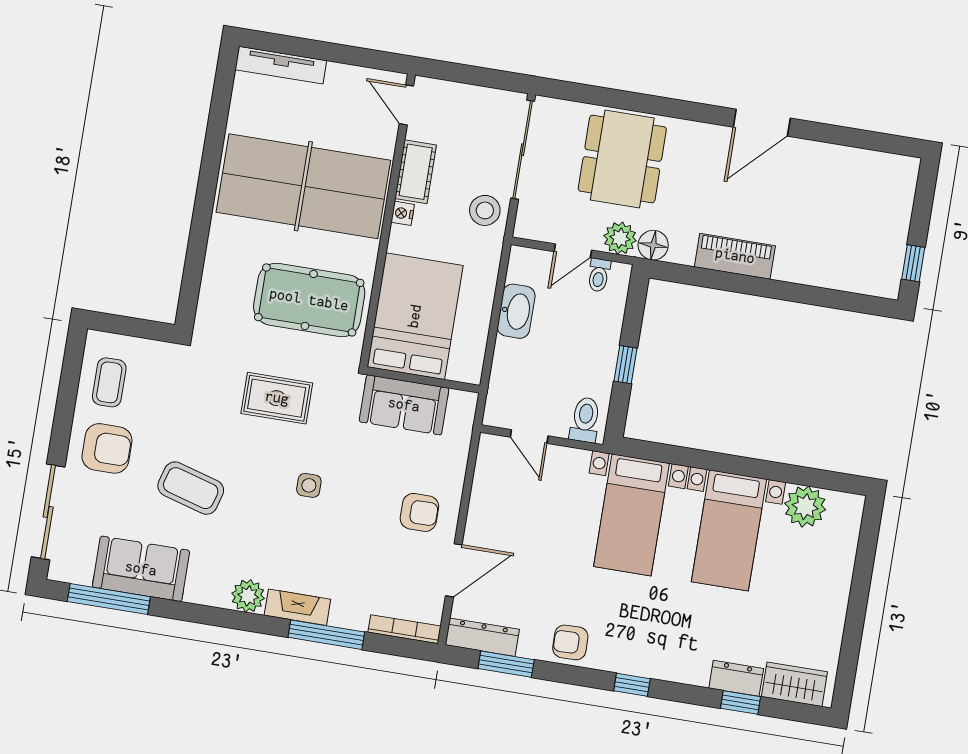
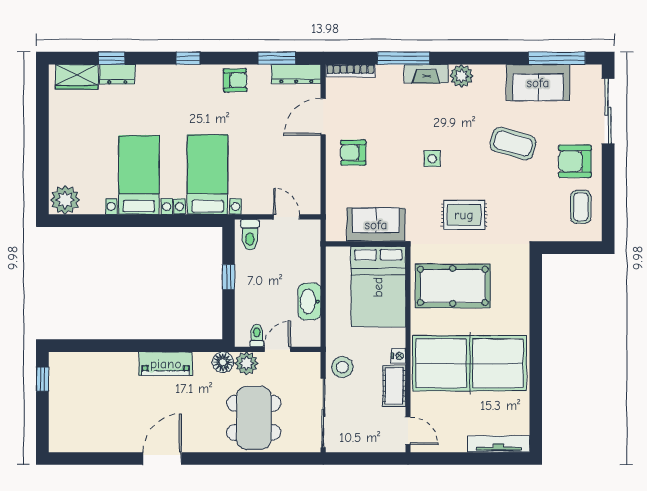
plant: (805, 507) -> (65, 200), moved

